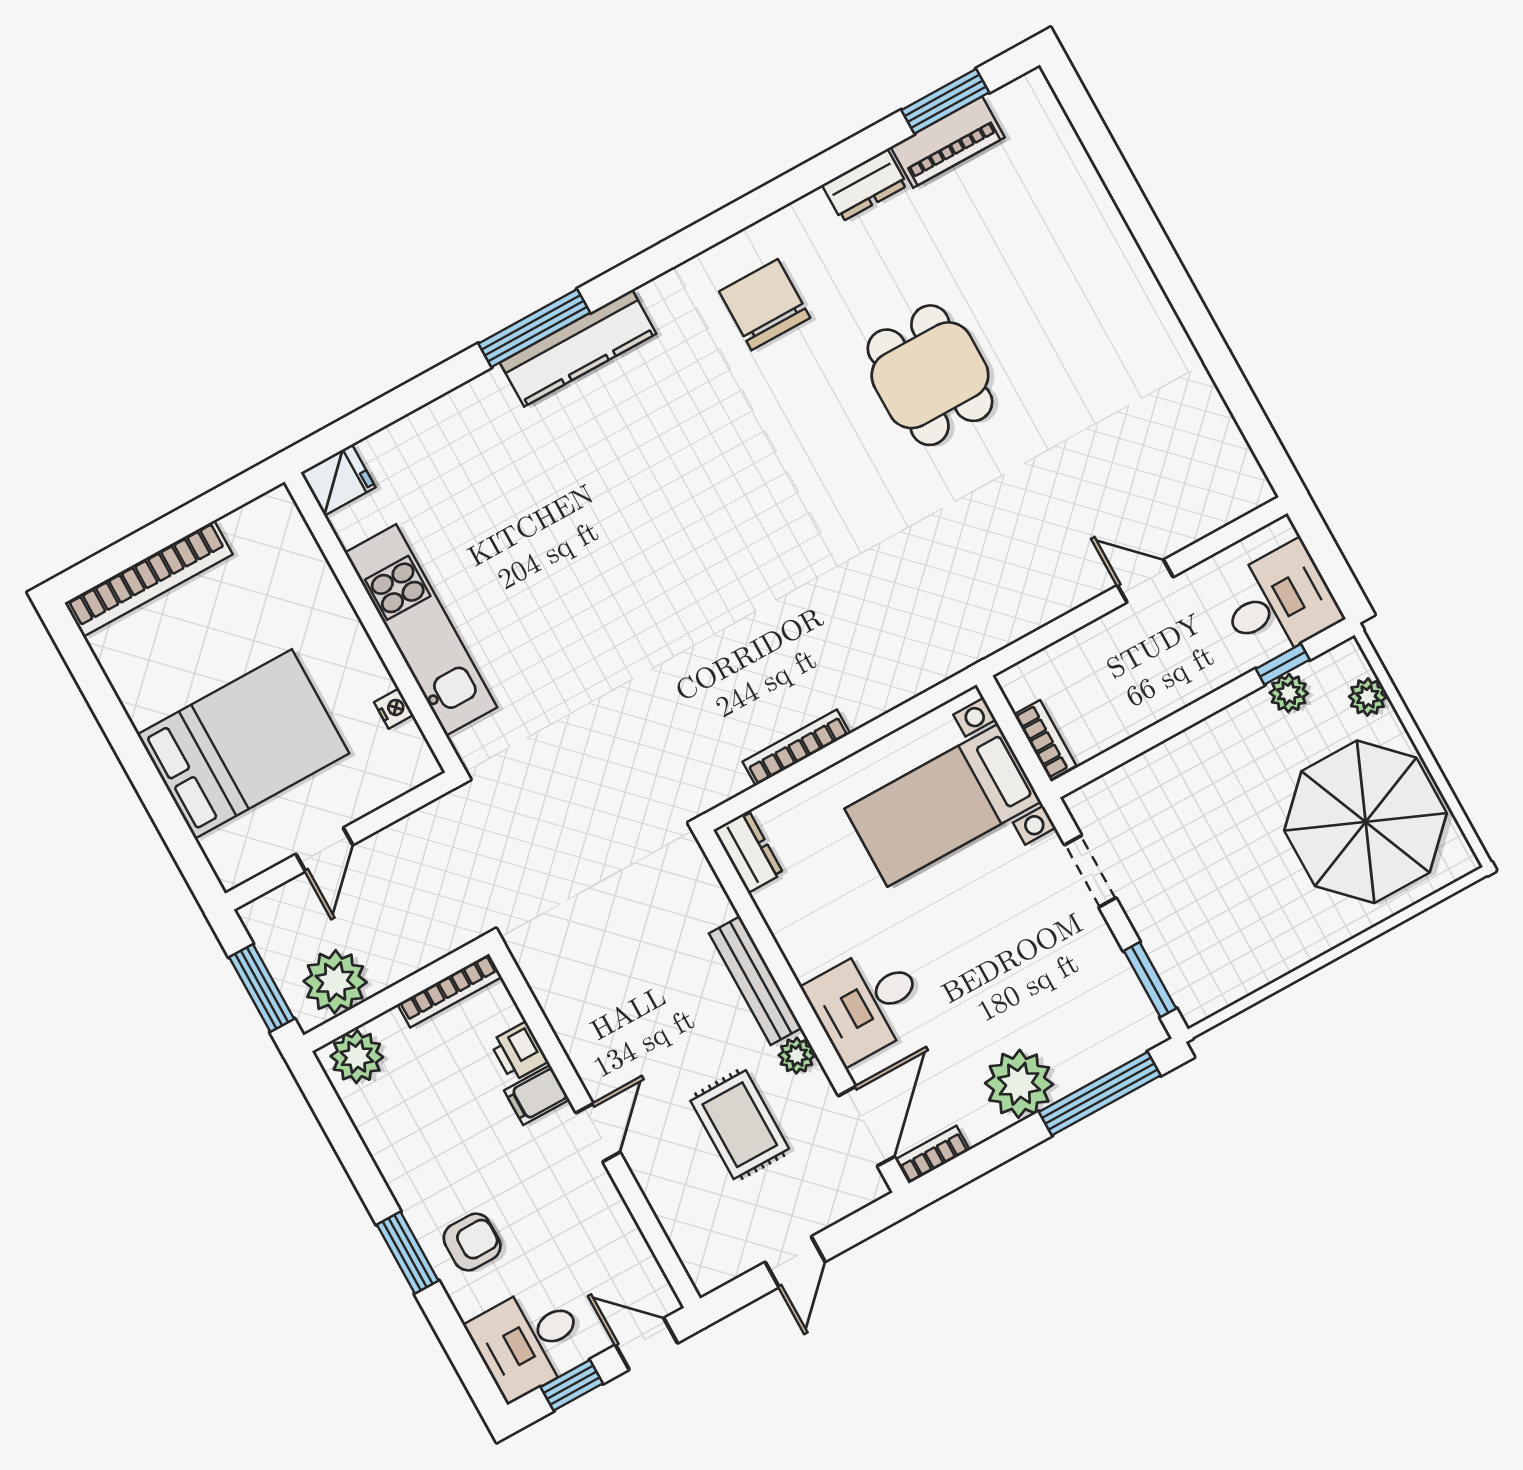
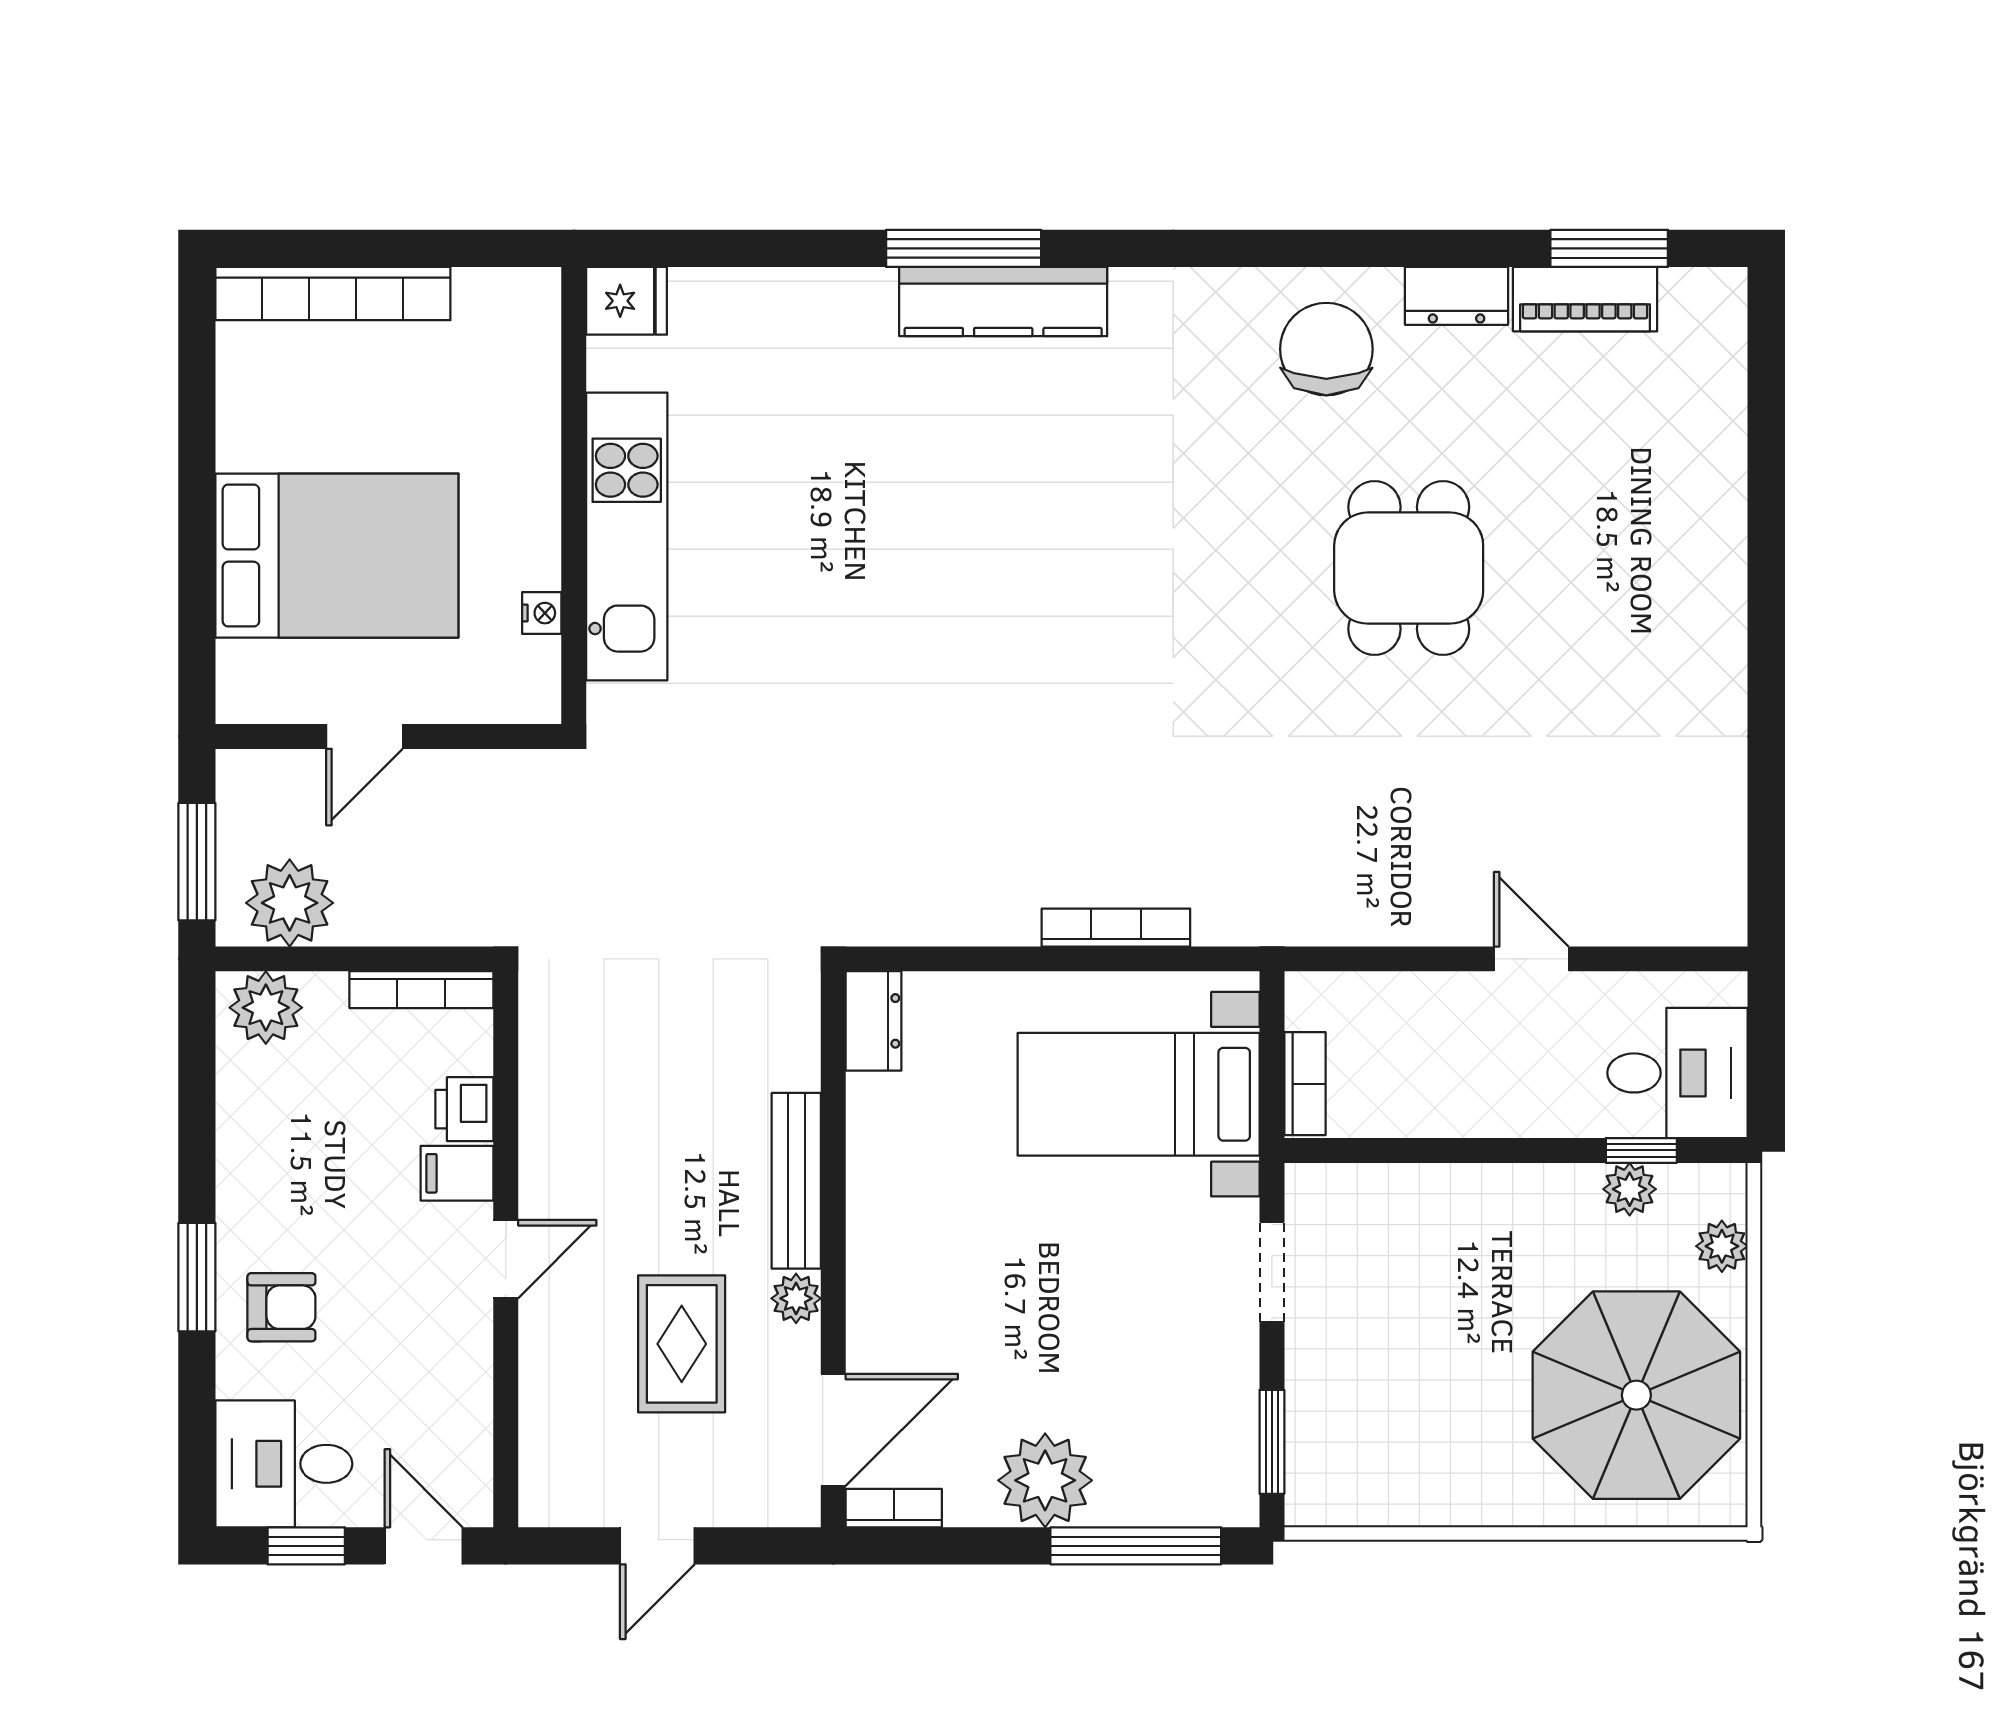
chair: (765, 305) -> (1326, 349), moved
bookcase: (796, 748) -> (1116, 928), moved
desk: (867, 1003) -> (915, 1282), removed

